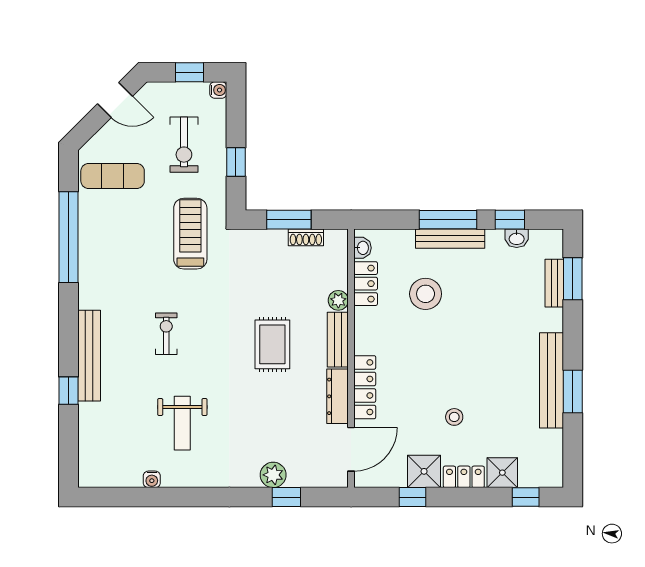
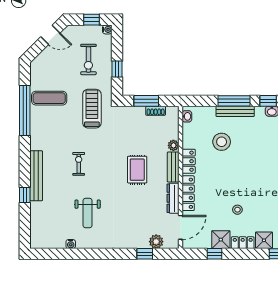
exercise mat: (113, 176) -> (49, 98), moved
locker: (366, 284) -> (189, 161), moved
plant: (273, 475) -> (156, 242), moved

